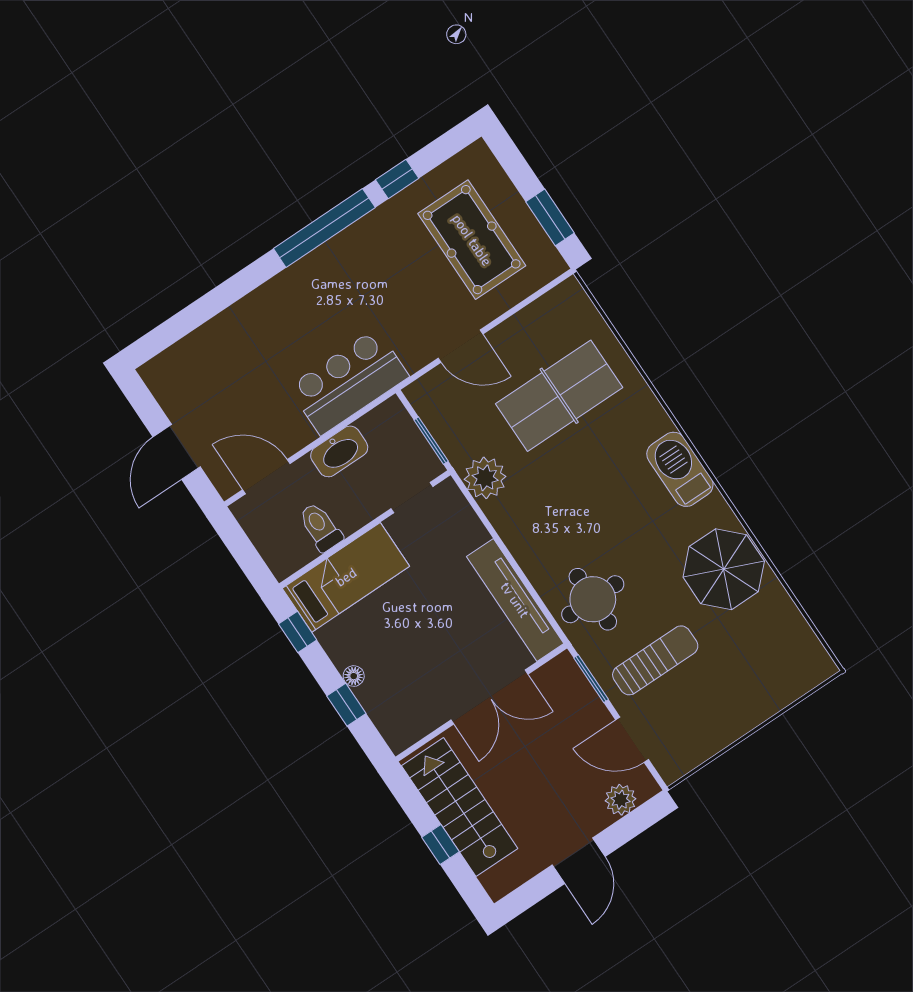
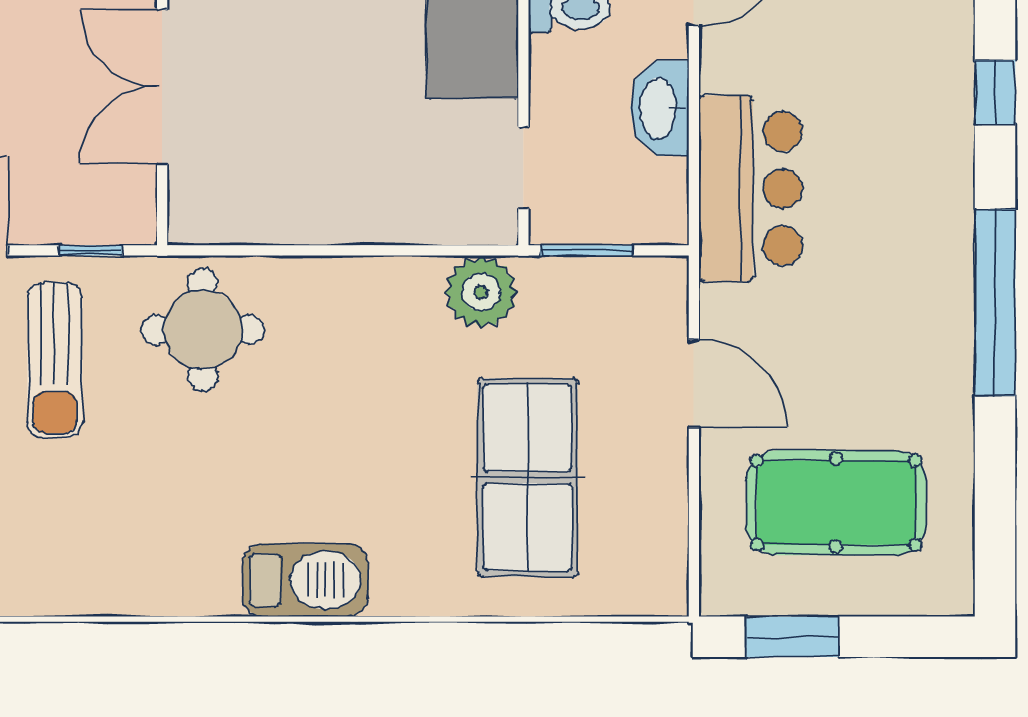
window: (397, 179) -> (995, 92), moved
door: (460, 346) -> (694, 384), swing flipped
parasol: (724, 569) -> (120, 546), removed
tv unit: (515, 600) -> (277, 217), removed
window: (591, 679) -> (90, 250), width x0.67

